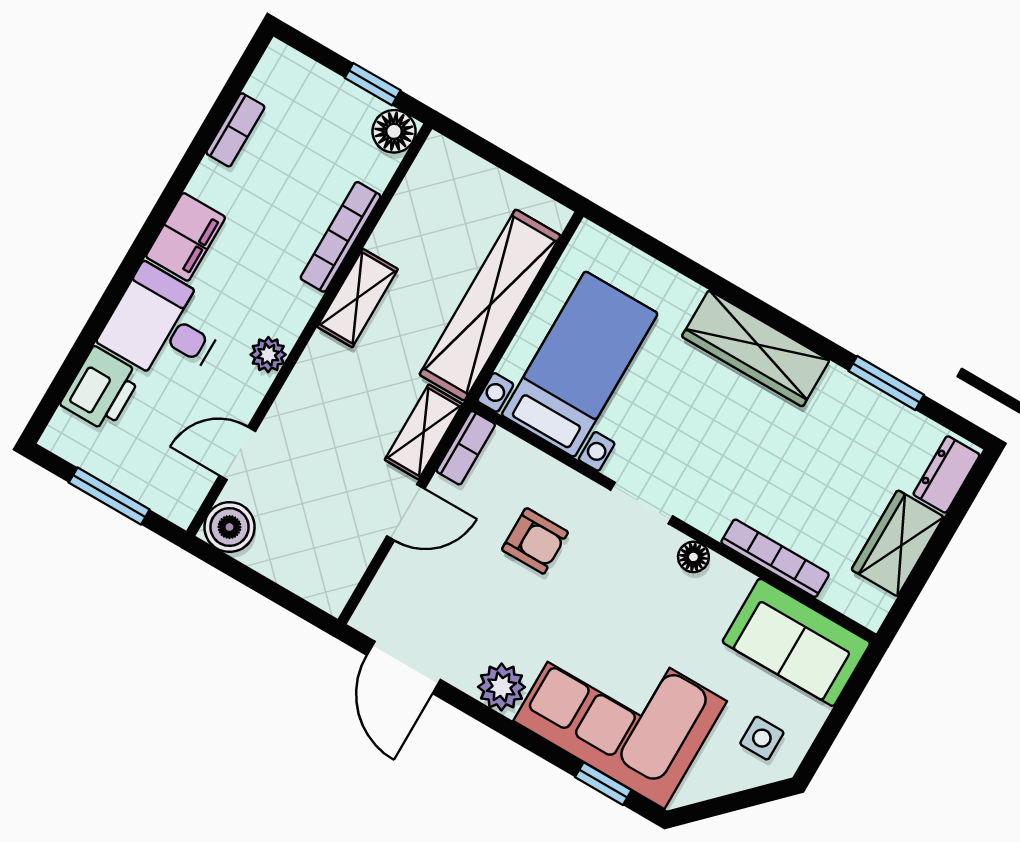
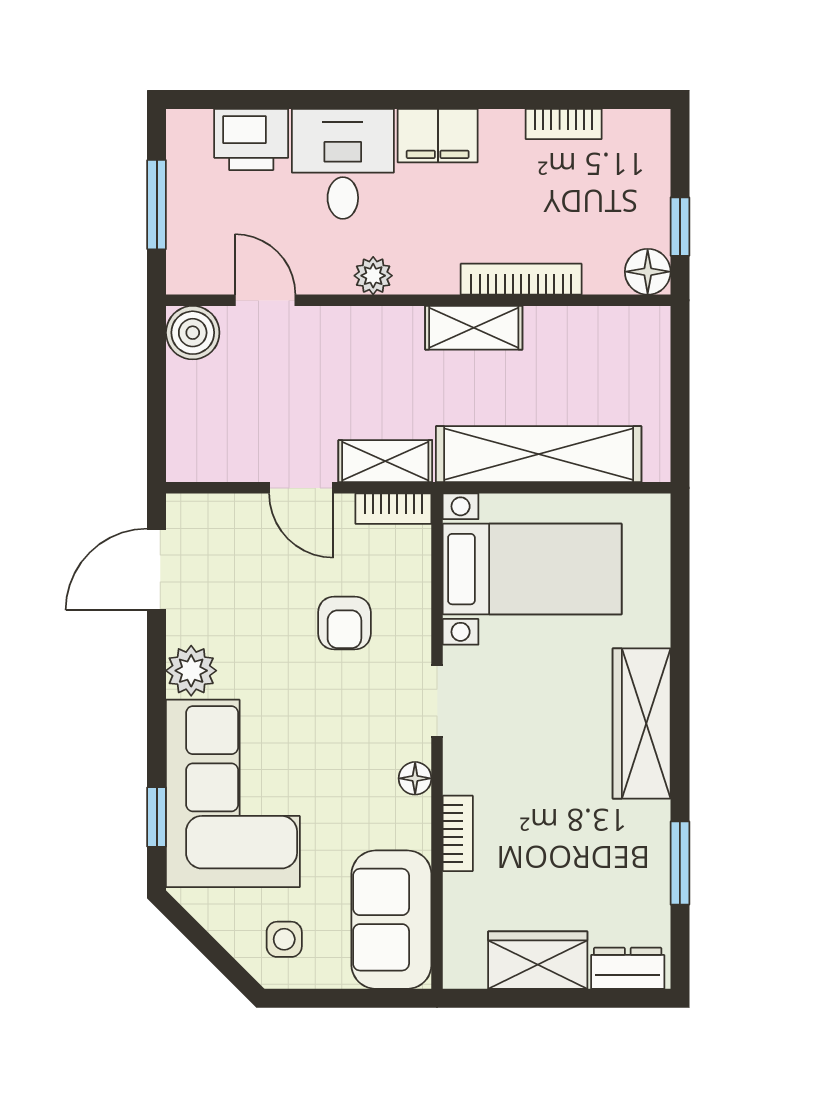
bookcase: (775, 558) -> (458, 833), width x0.64

